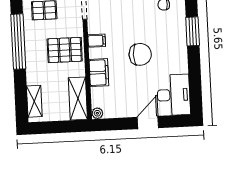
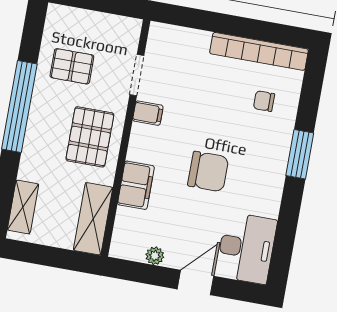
filing cabinet: (97, 41) -> (148, 113), moved
pallet: (65, 50) -> (90, 137), turned 90
plant: (97, 113) -> (155, 256), moved

